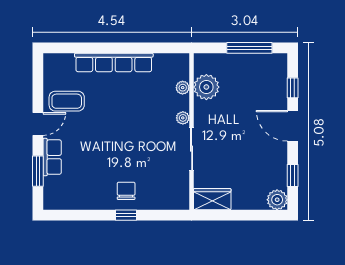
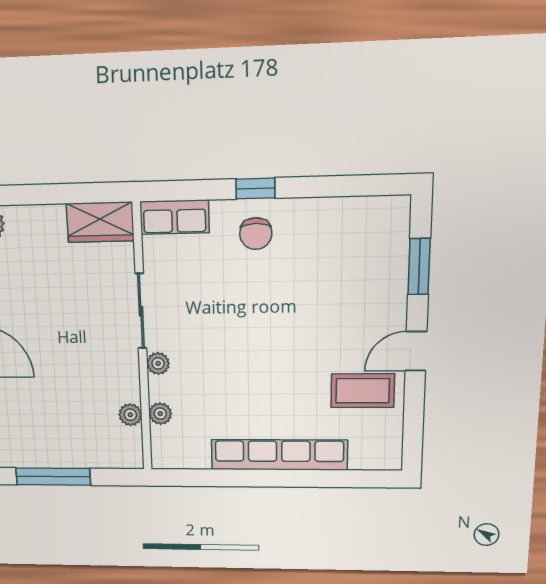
plant: (206, 87) -> (130, 415), width x0.53, depth x0.53
row of seats: (52, 157) -> (175, 217), moved, turned -90

